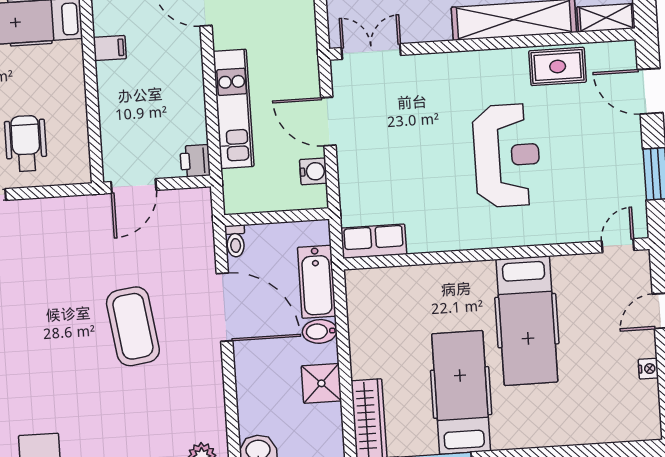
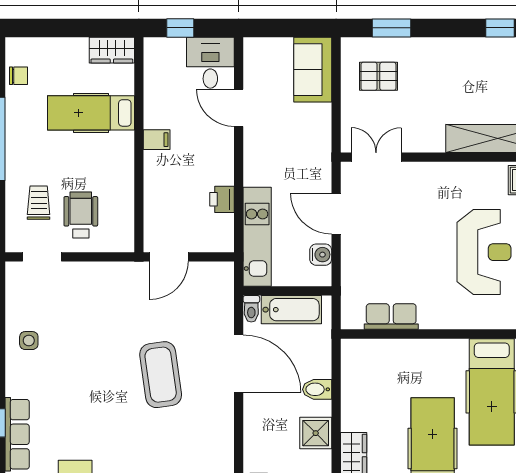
kitchen unit: (233, 109) -> (257, 237), moved
printer: (195, 161) -> (222, 199), moved
row of seats: (374, 241) -> (391, 317), moved
bathtub: (317, 282) -> (291, 310), moved, turned -90

